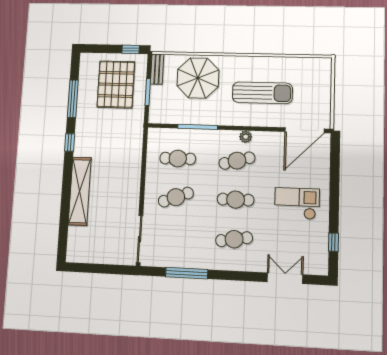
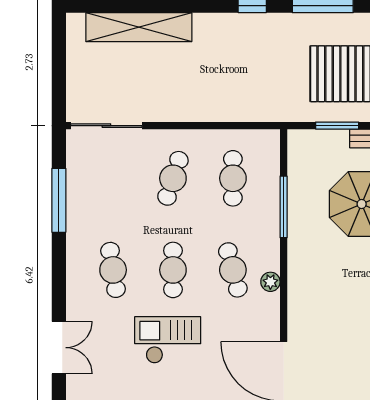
sun lounger: (262, 93) -> (340, 305), removed
shelving: (80, 191) -> (139, 27), moved
cafe table: (176, 197) -> (173, 178), turned 39
checkout: (297, 203) -> (168, 340), moved, turned -90

